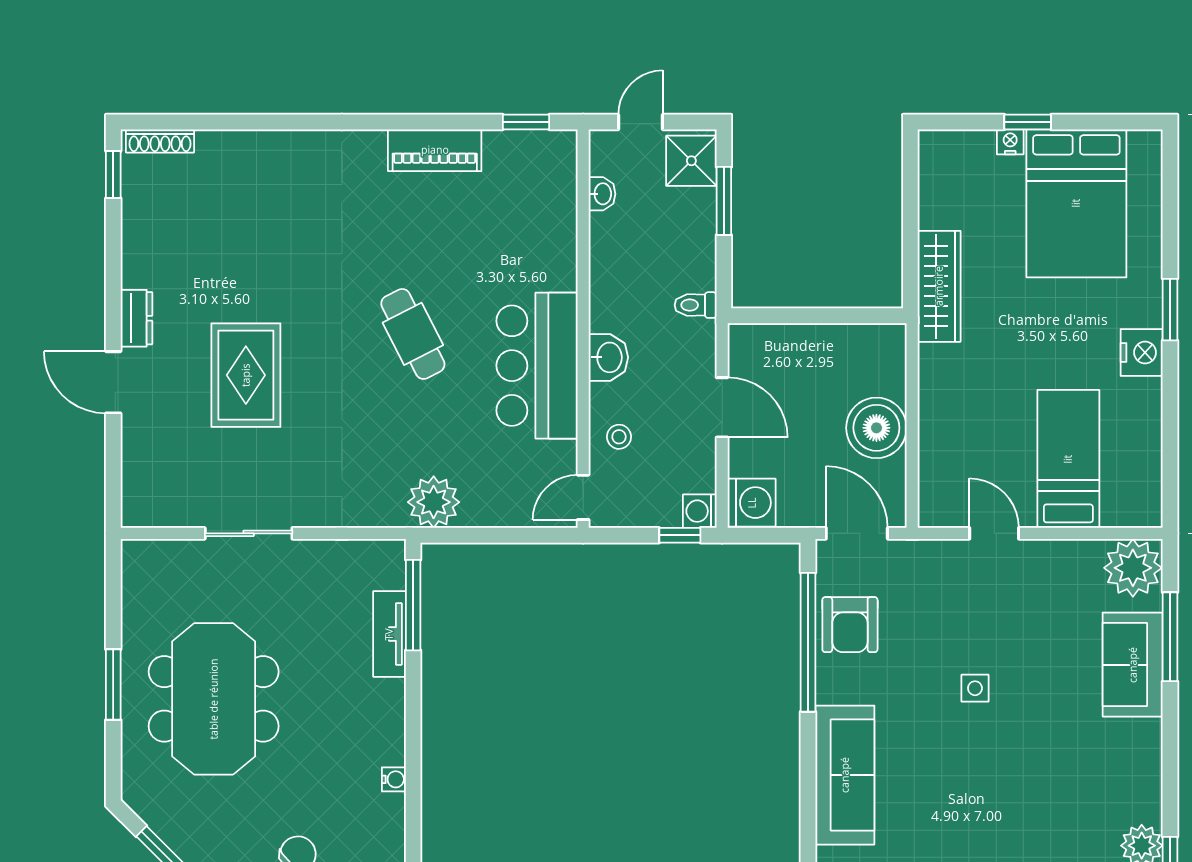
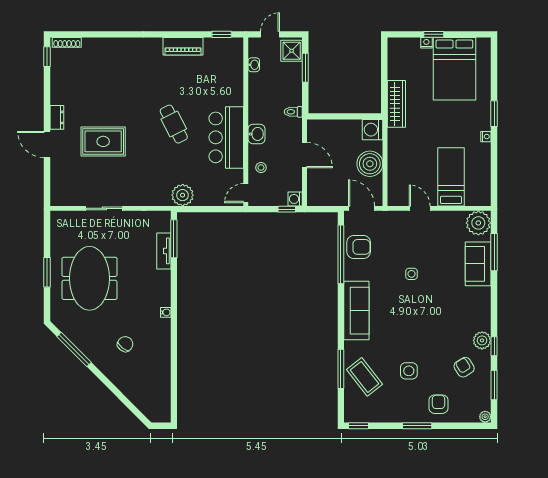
nightstand: (1142, 353) -> (486, 137), width x0.53, depth x0.56
rug: (246, 375) -> (103, 141), turned 90
washing machine: (752, 503) -> (372, 130), moved, turned 180
armchair: (850, 625) -> (359, 247), turned -90

